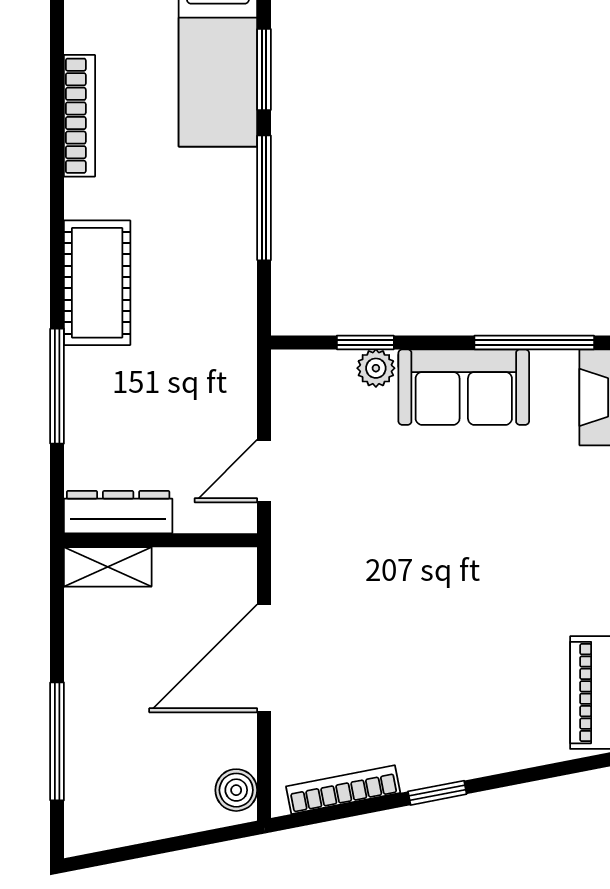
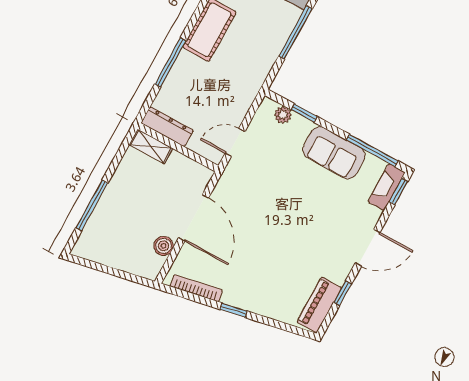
plant: (376, 368) -> (283, 115), moved
door: (264, 658) -> (194, 218), swing flipped
boiler: (236, 790) -> (164, 246), moved

